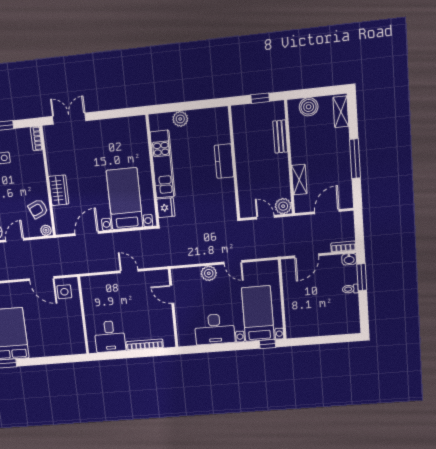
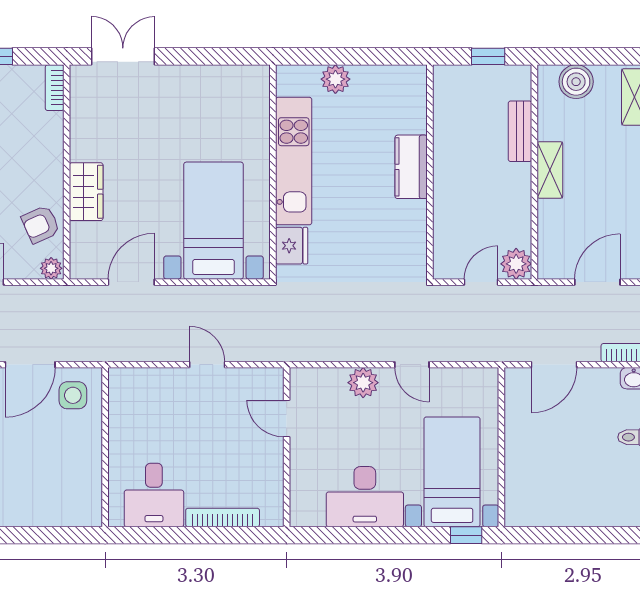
shelving: (299, 180) -> (550, 170), moved
door: (265, 217) -> (481, 282), hinge flipped
door: (42, 279) -> (30, 365), hinge flipped

